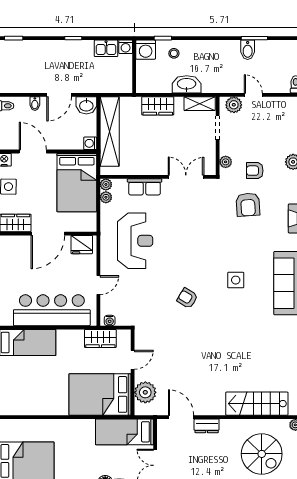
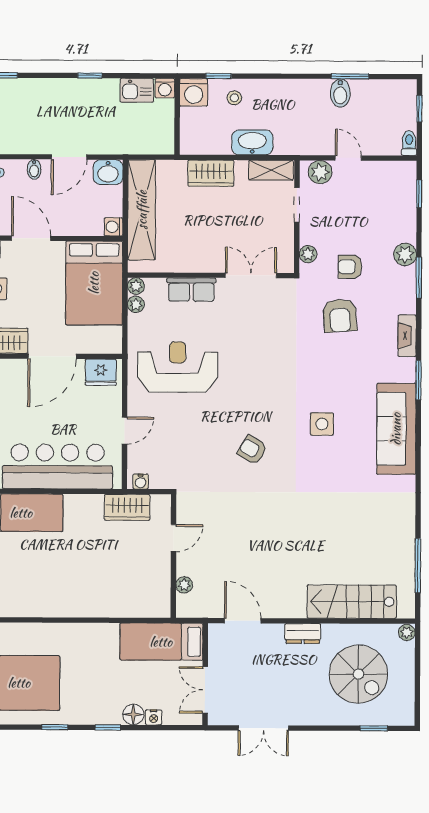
reception desk: (135, 241) -> (178, 367), turned -90
plant: (145, 392) -> (184, 585), width x0.53, depth x0.53
bed: (100, 394) -> (126, 588), removed
dresser: (207, 426) -> (303, 634), moved

